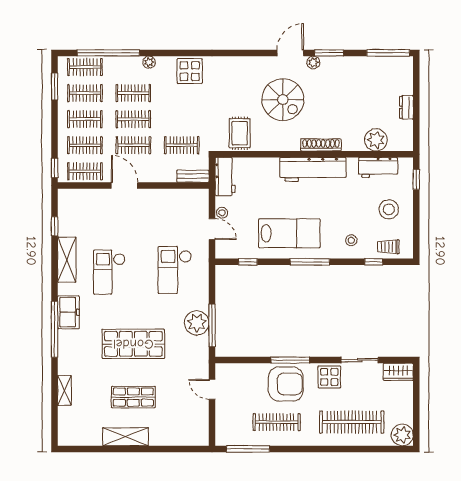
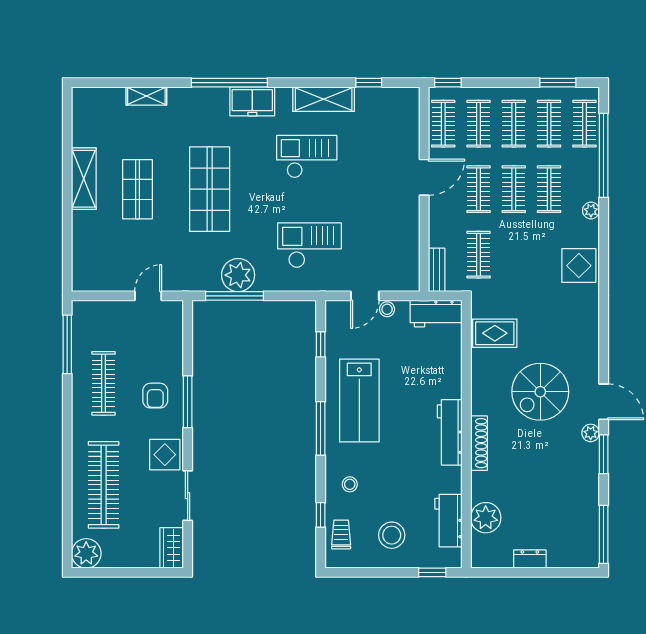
workbench: (313, 169) -> (450, 432), width x0.73, depth x0.76
armchair: (286, 384) -> (155, 396), width x0.53, depth x0.53

